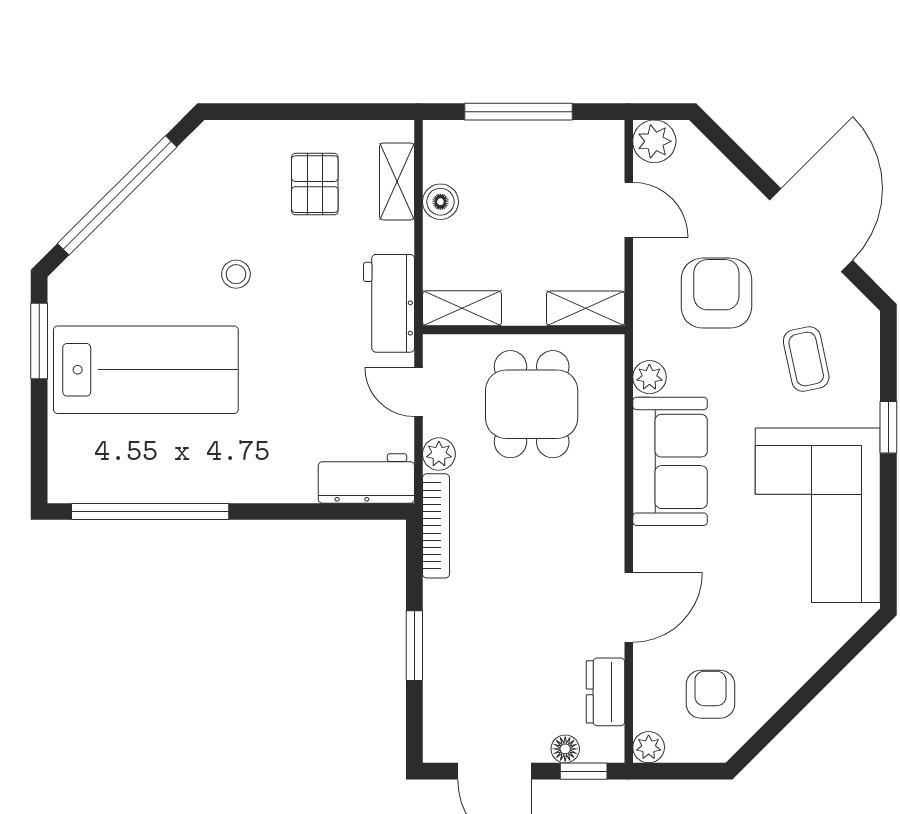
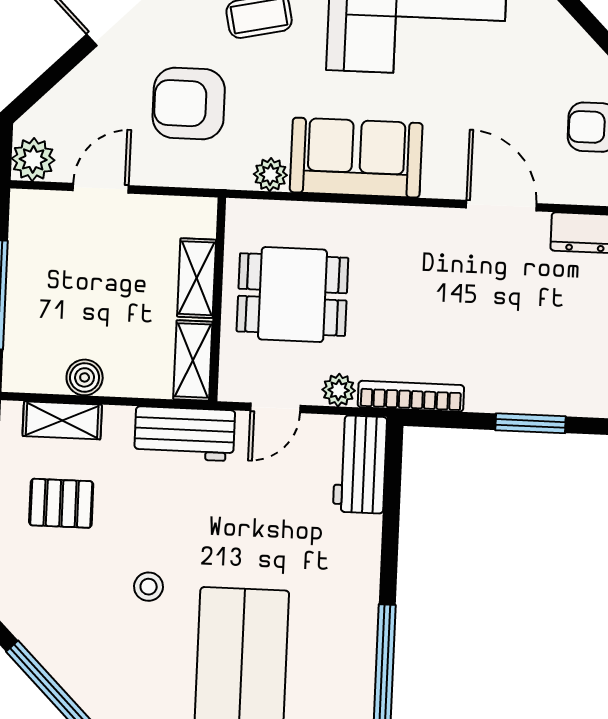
shelving: (586, 308) -> (197, 278), moved

